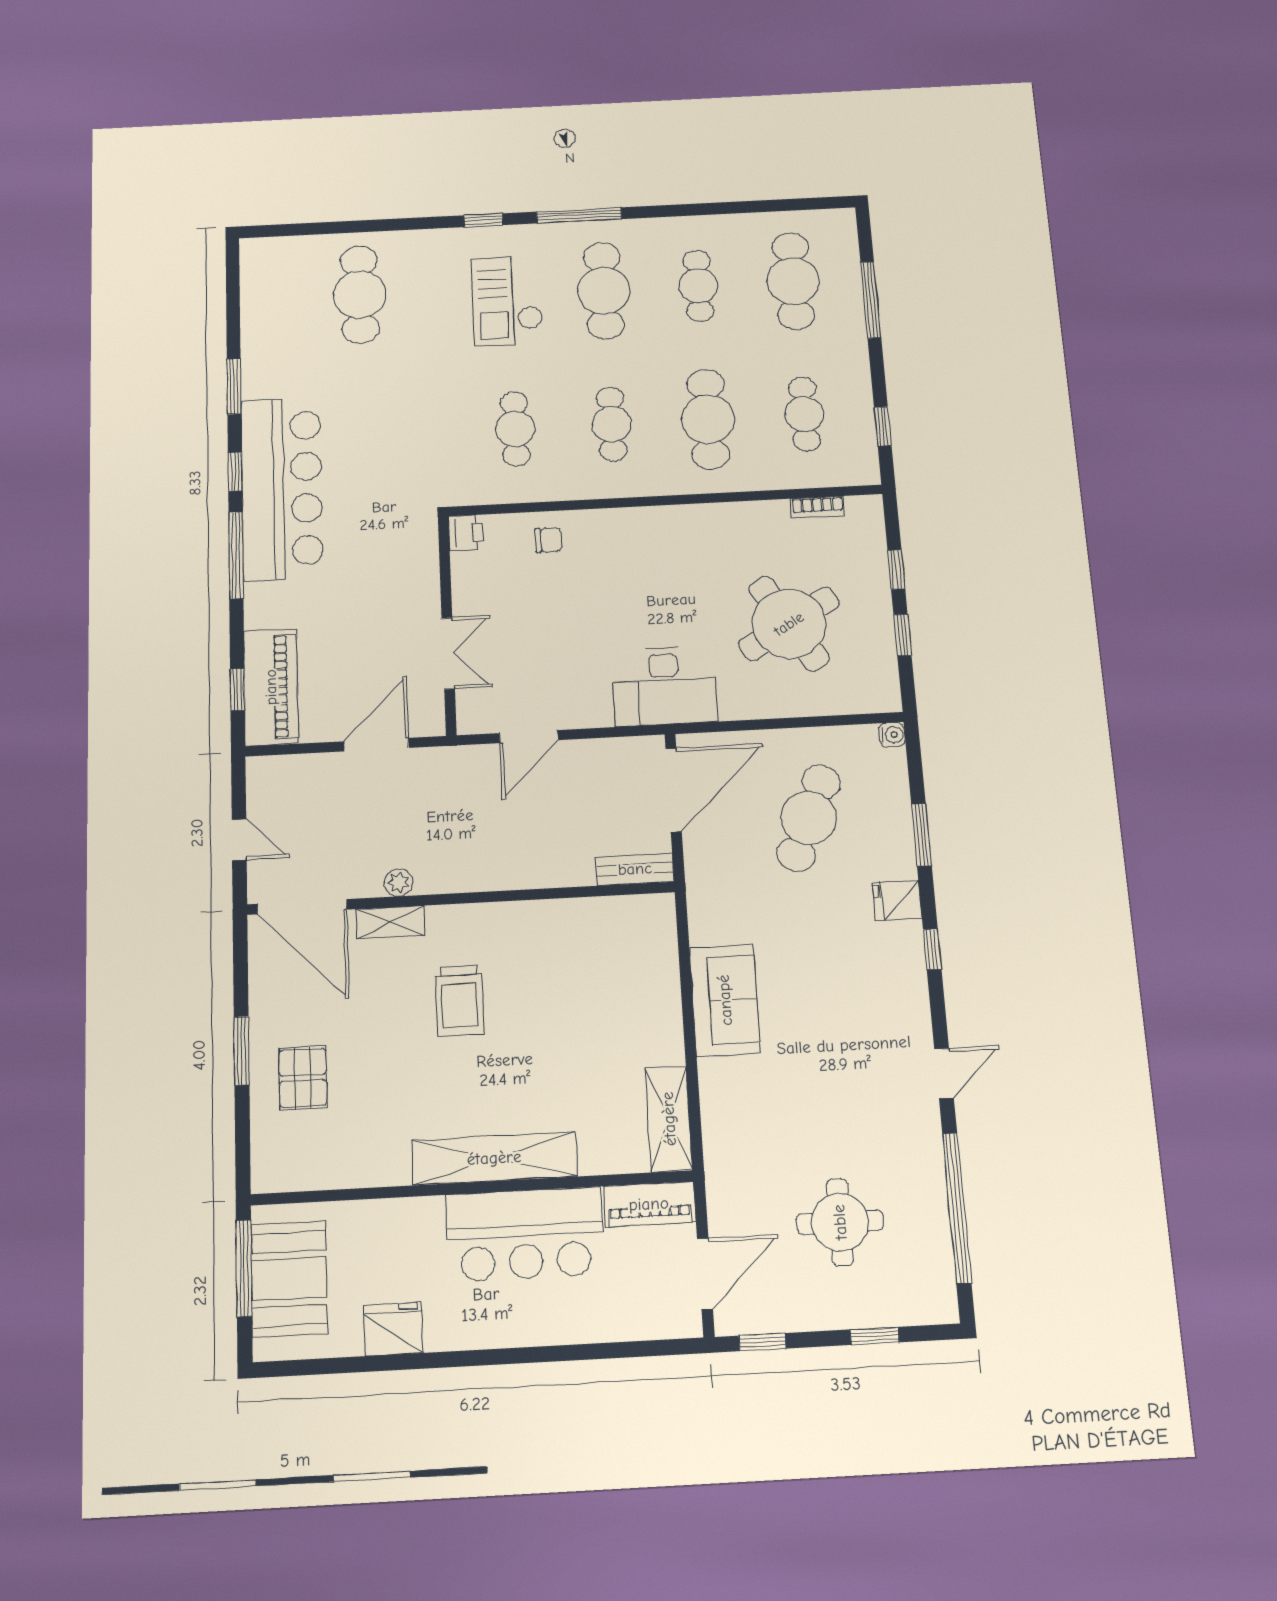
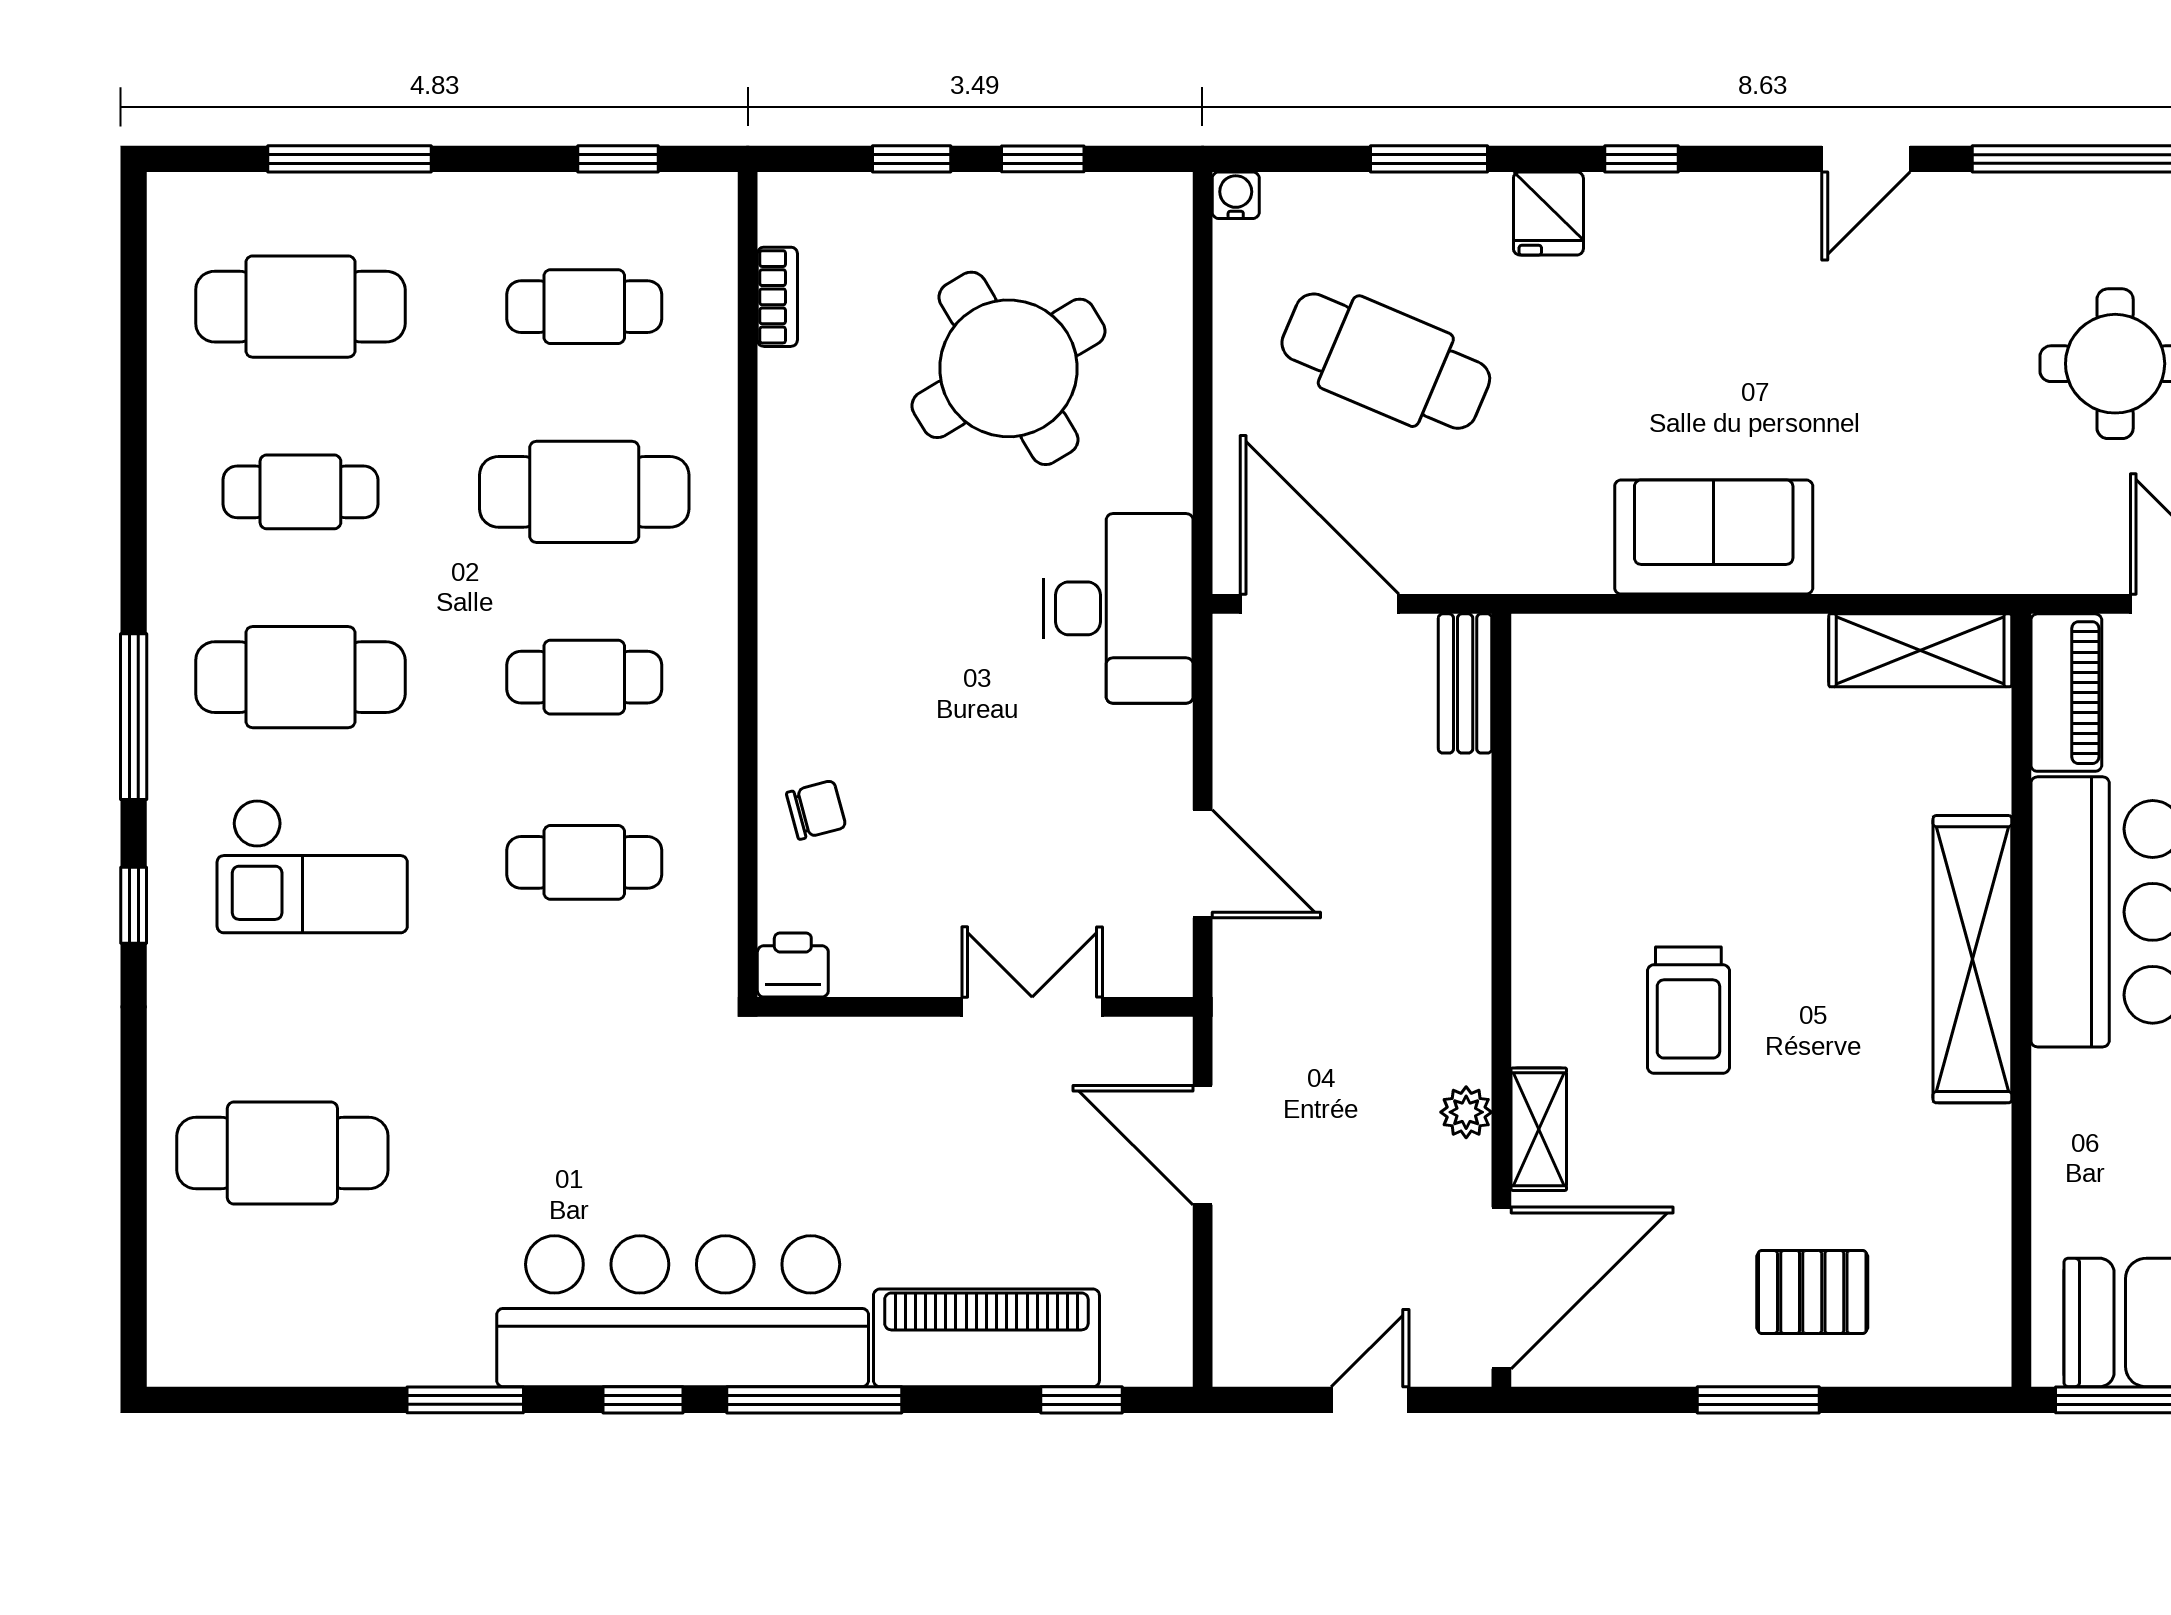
chair: (548, 540) -> (816, 810), turned 75
piano: (271, 687) -> (986, 1338), moved
trolley: (459, 1000) -> (1688, 1010), turned 90
door: (944, 1073) -> (1866, 159), swing flipped

